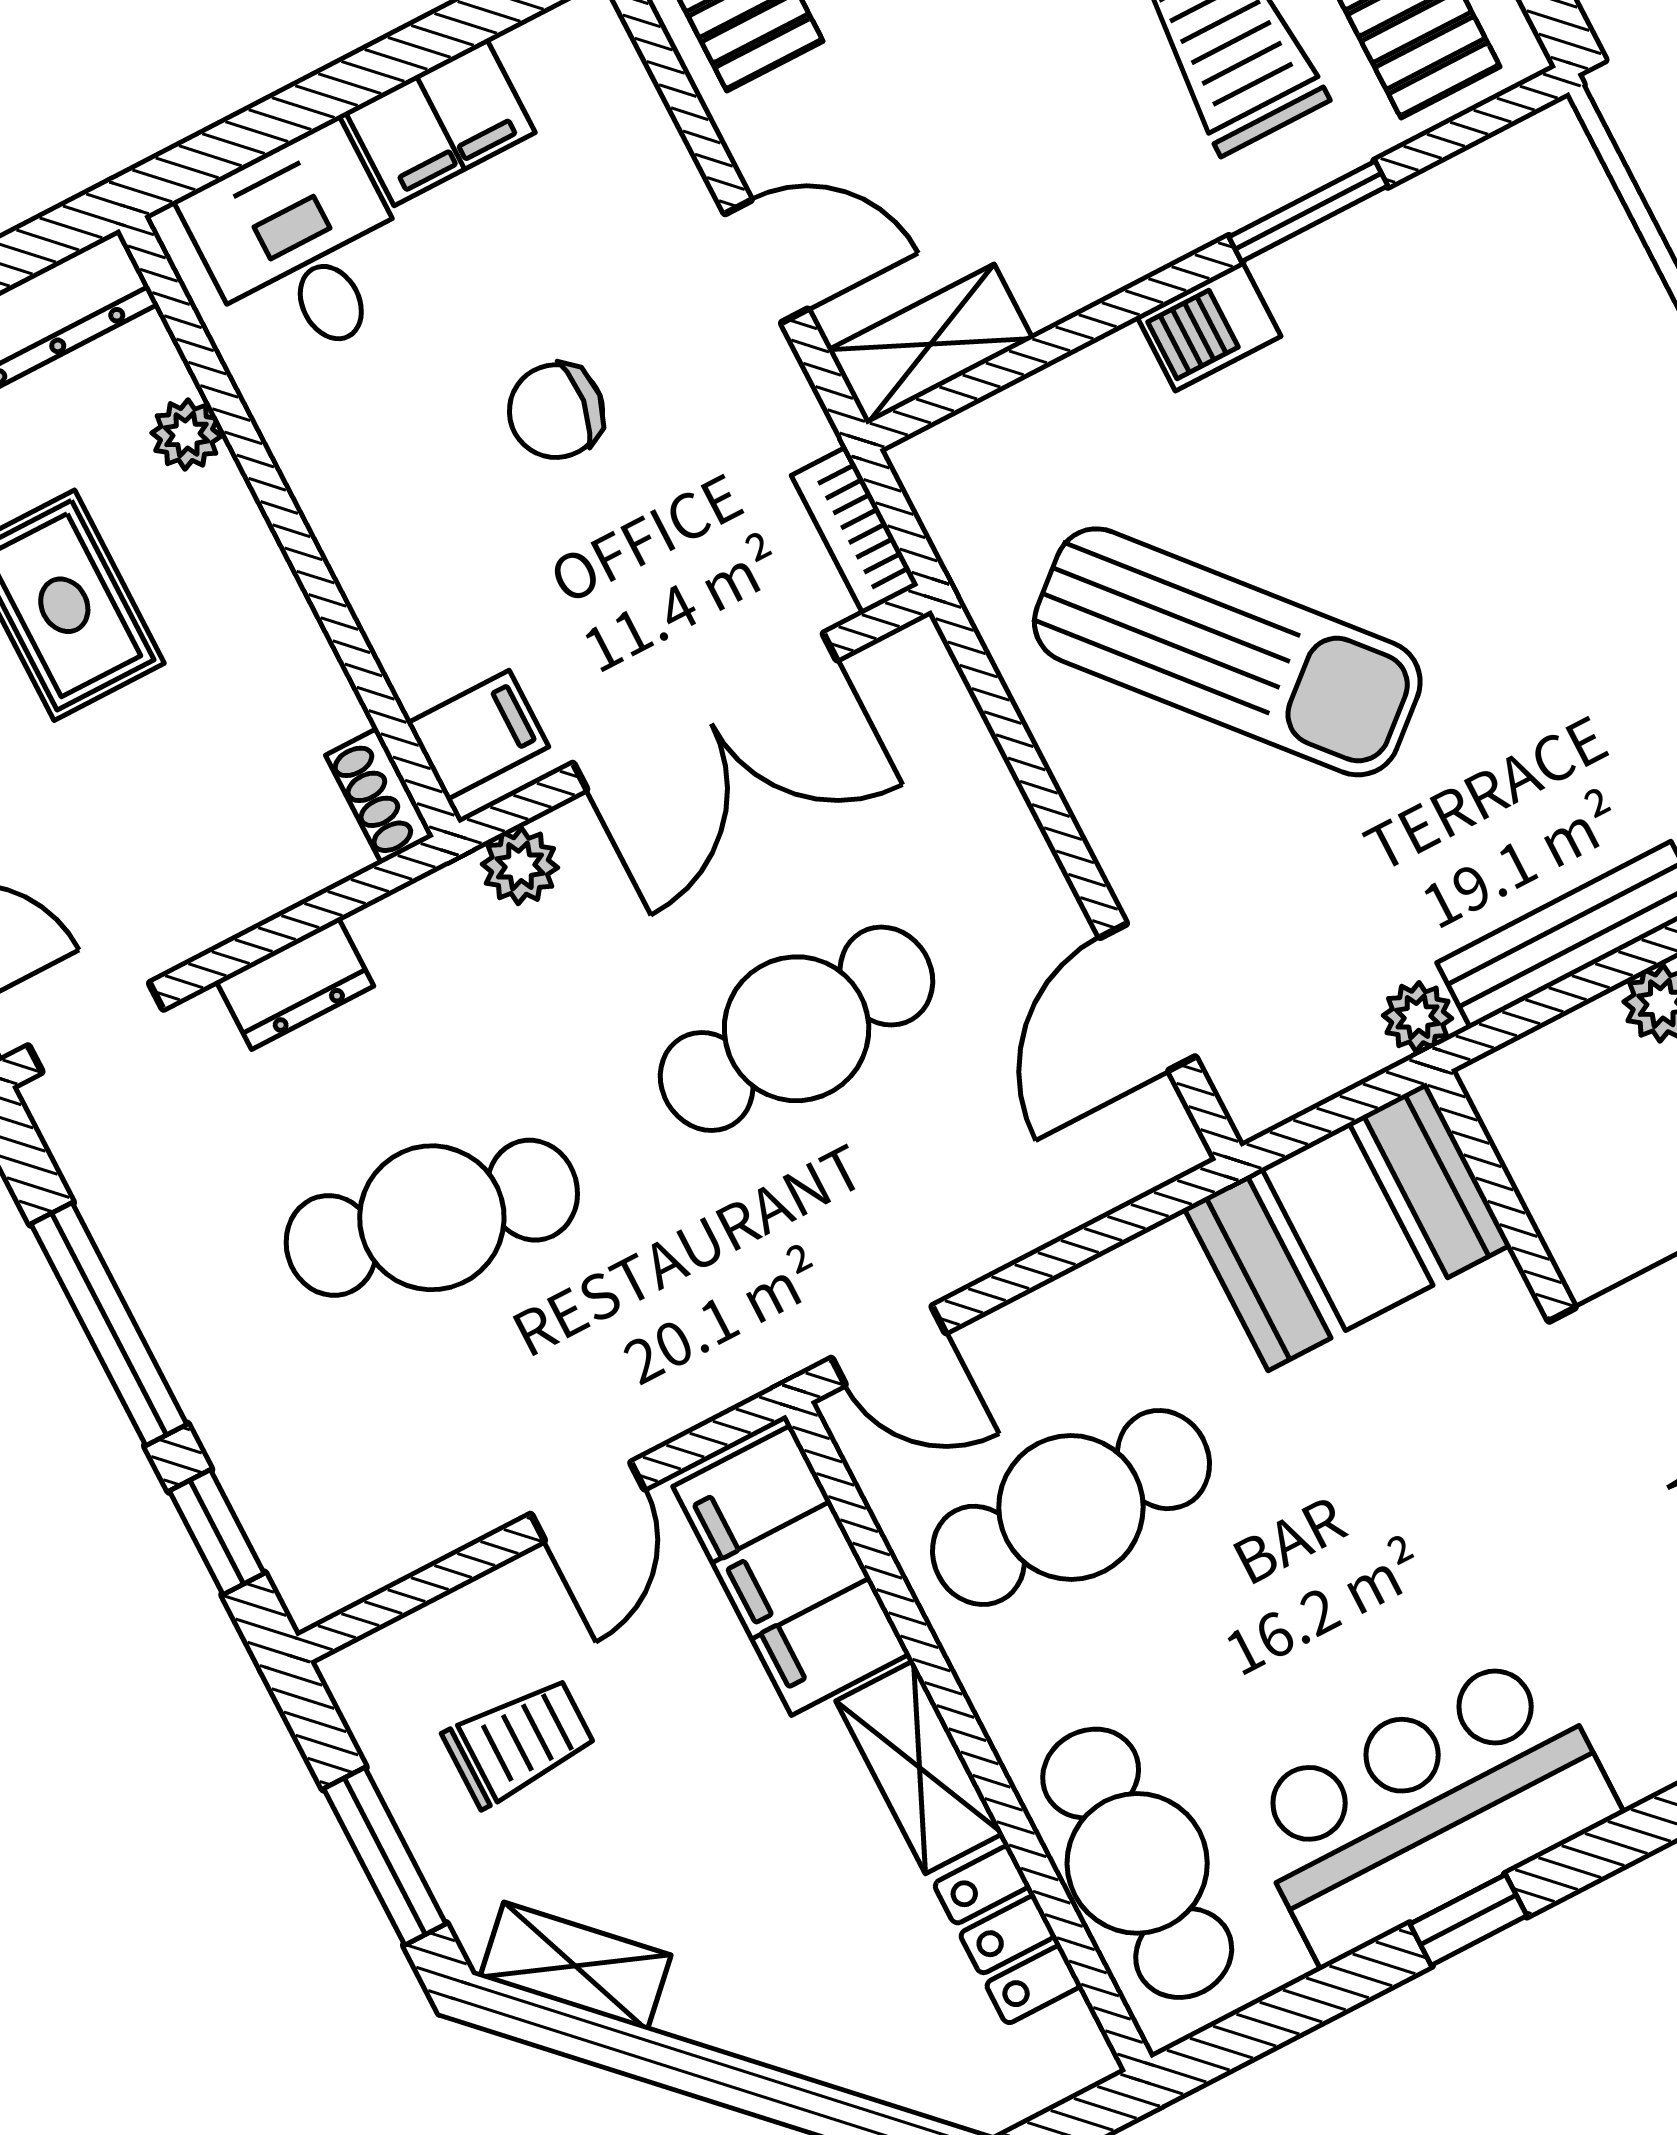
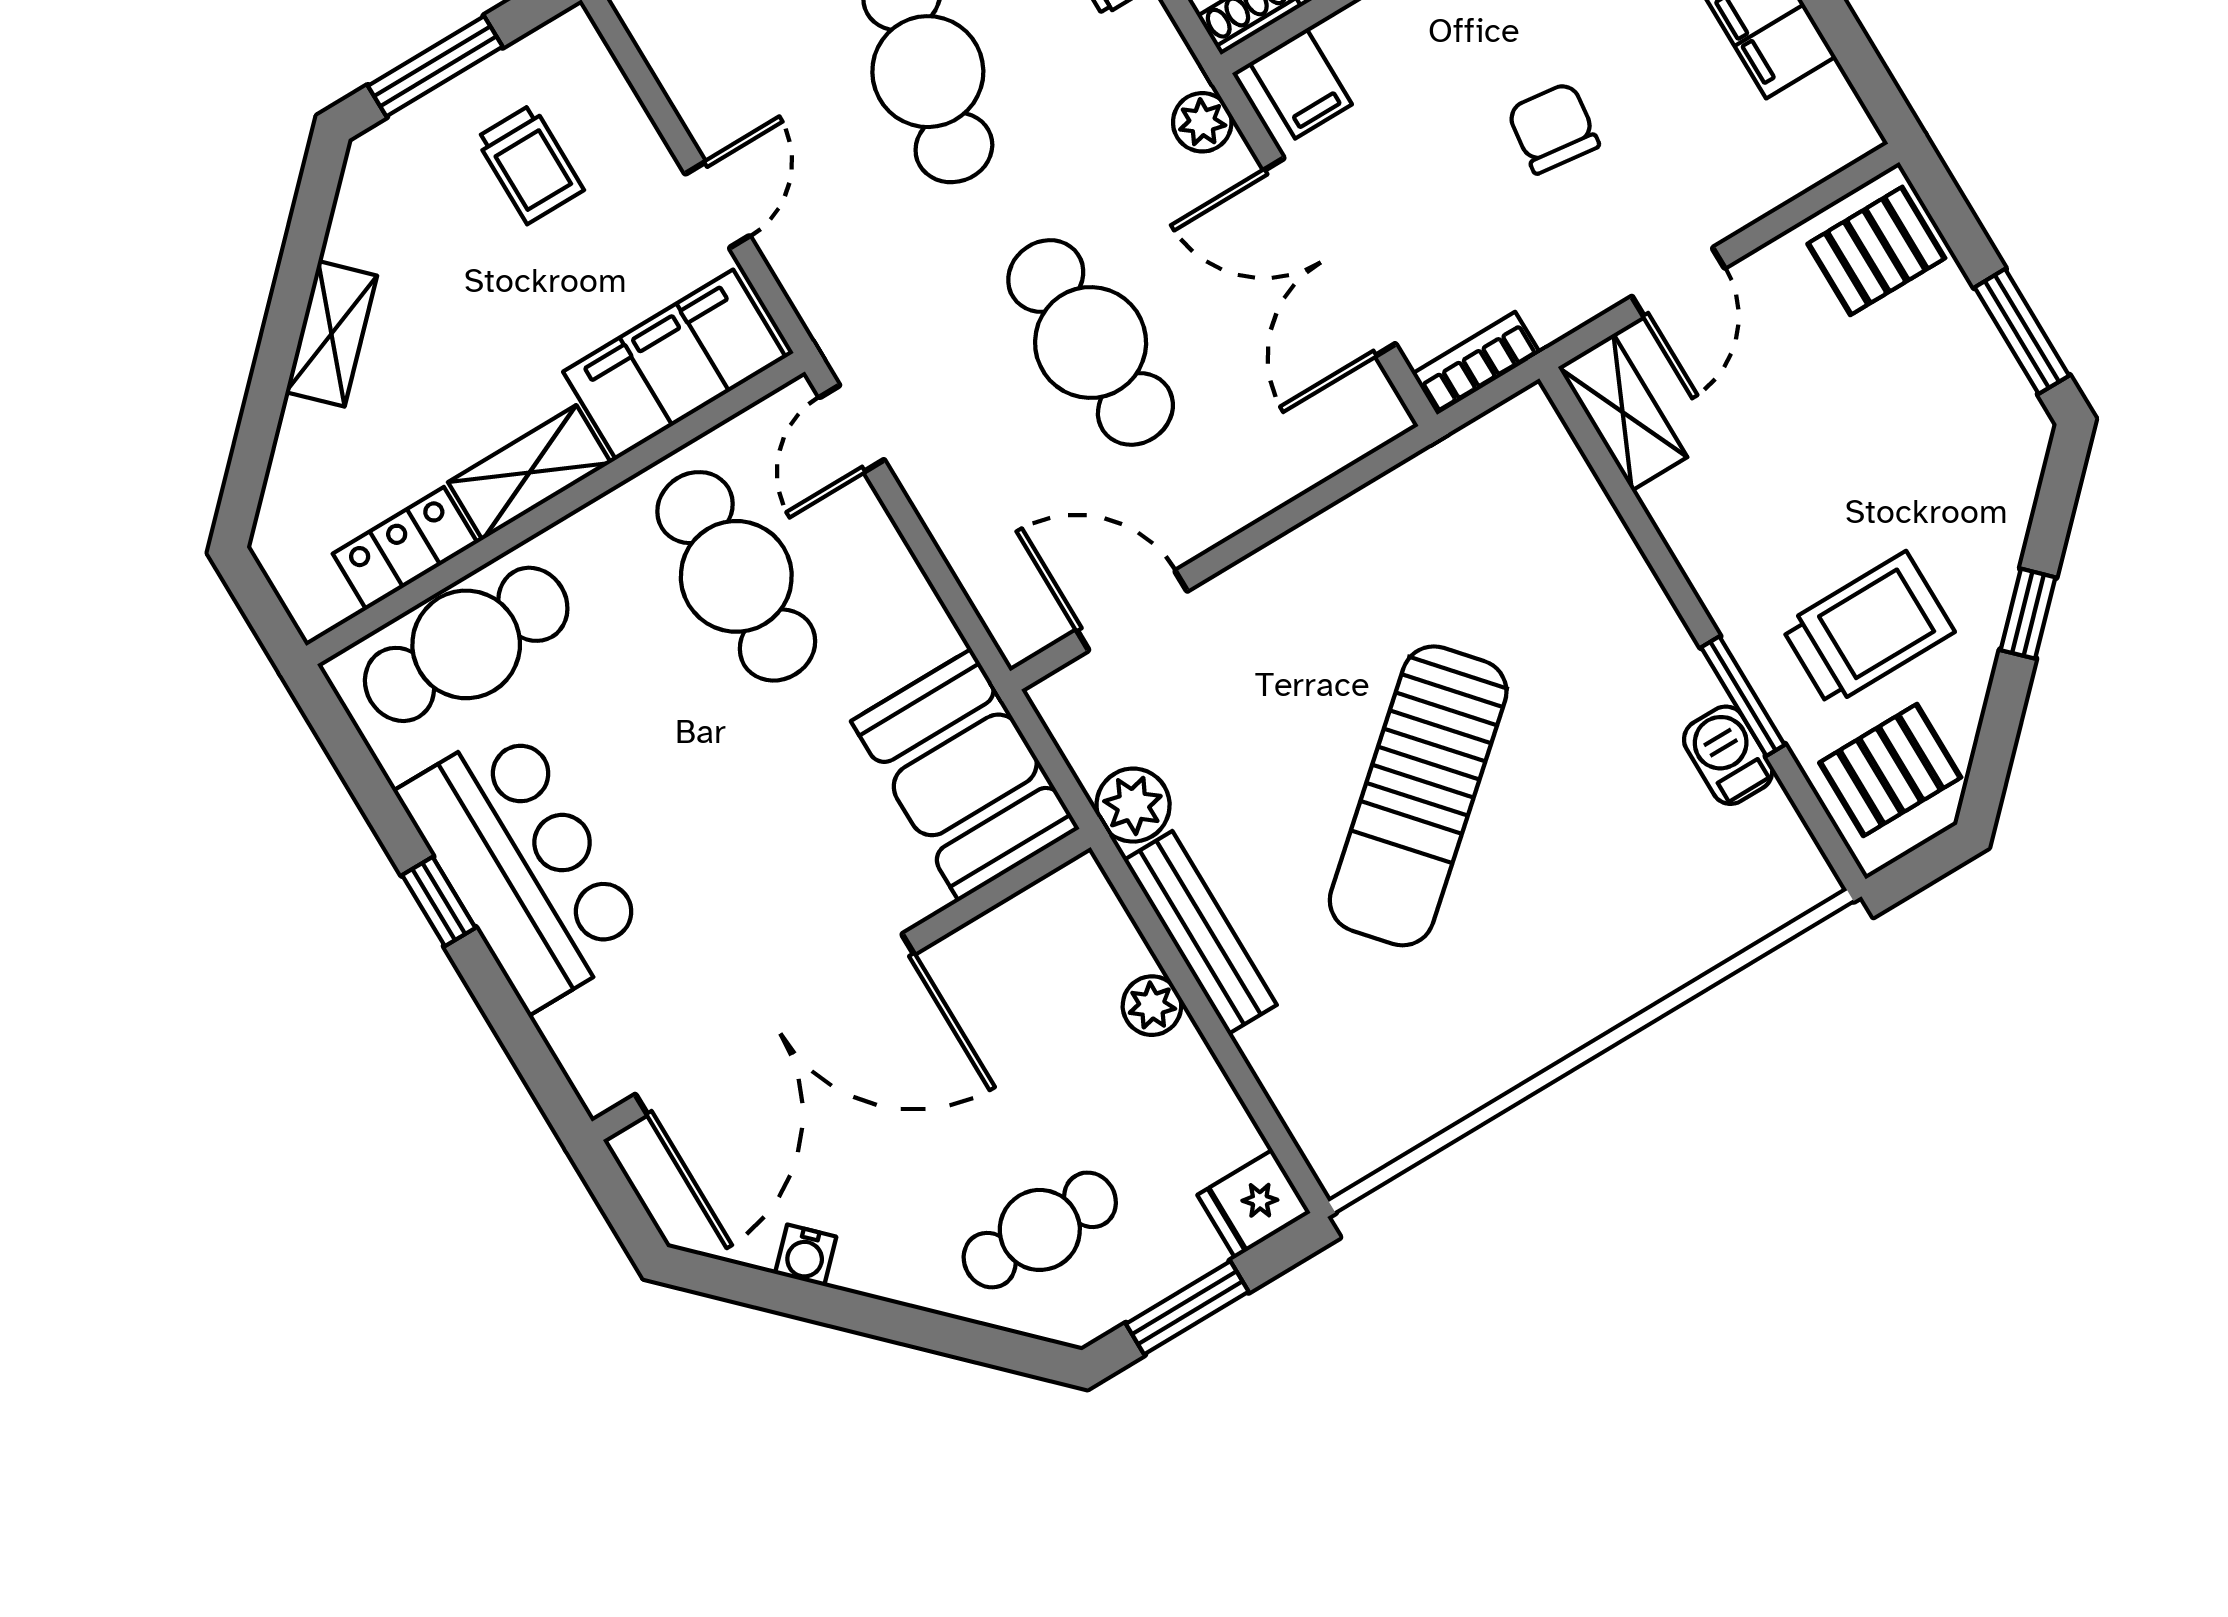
barbecue: (1209, 326) -> (1728, 755), moved
sun lounger: (1227, 652) -> (1418, 796), moved
plant: (1418, 1017) -> (1133, 805), width x1.38, depth x1.38
door: (588, 1502) -> (717, 205), swing flipped
shelving: (576, 1966) -> (331, 334), moved

